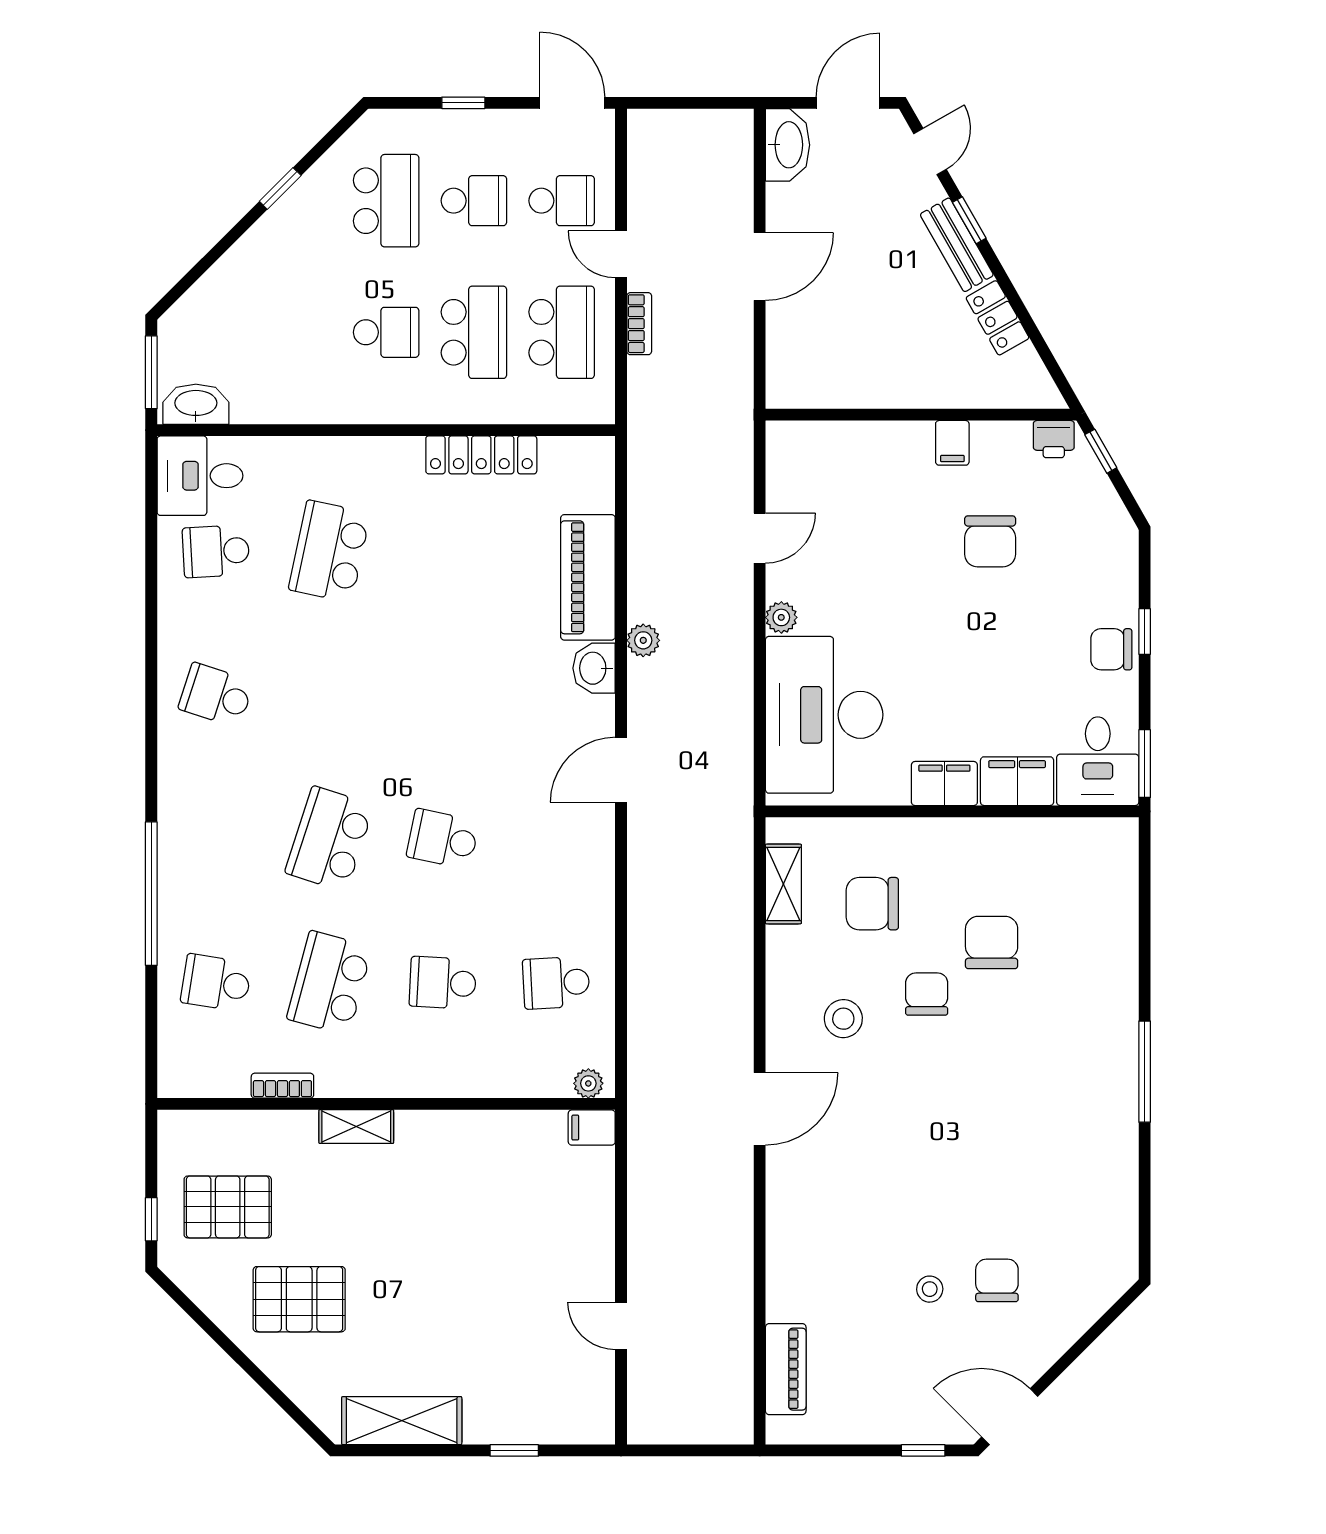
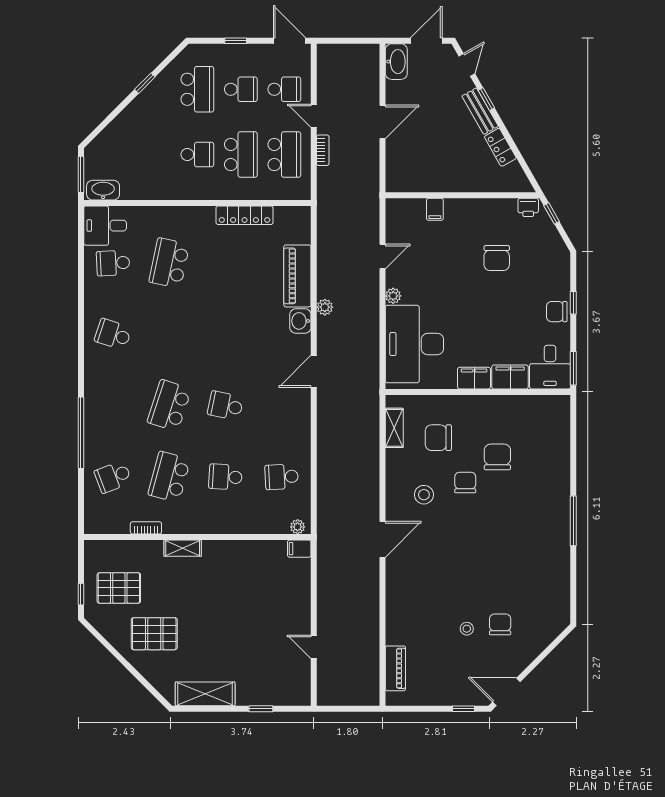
filing cabinet: (952, 443) -> (435, 209), moved
school desk: (216, 983) -> (113, 477), turned -30

